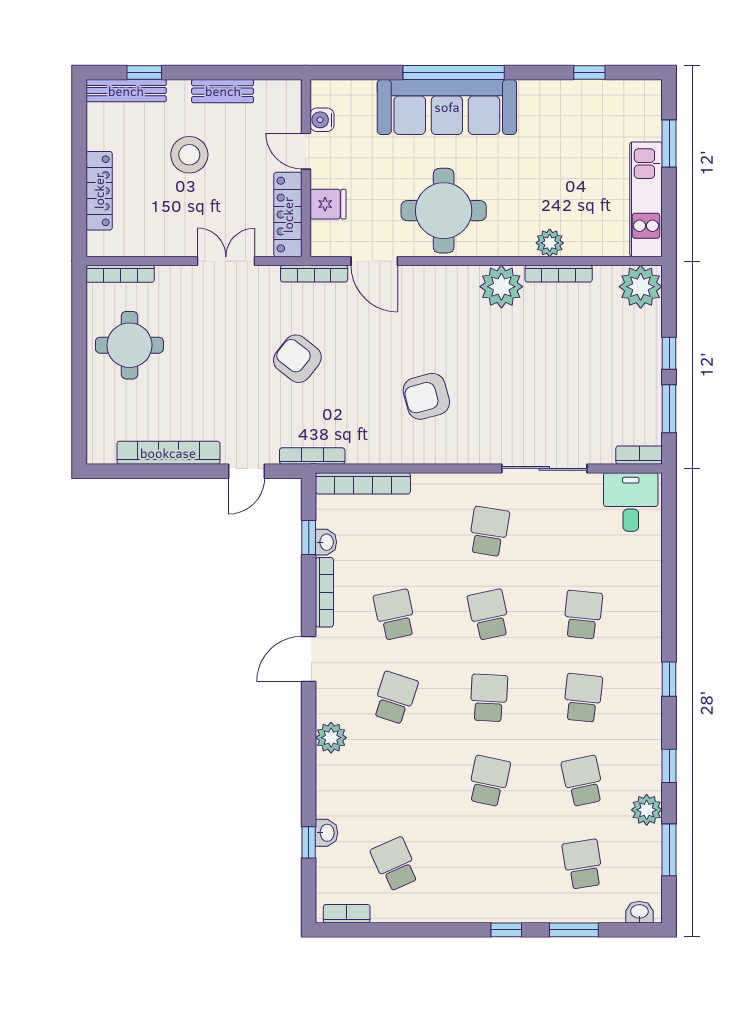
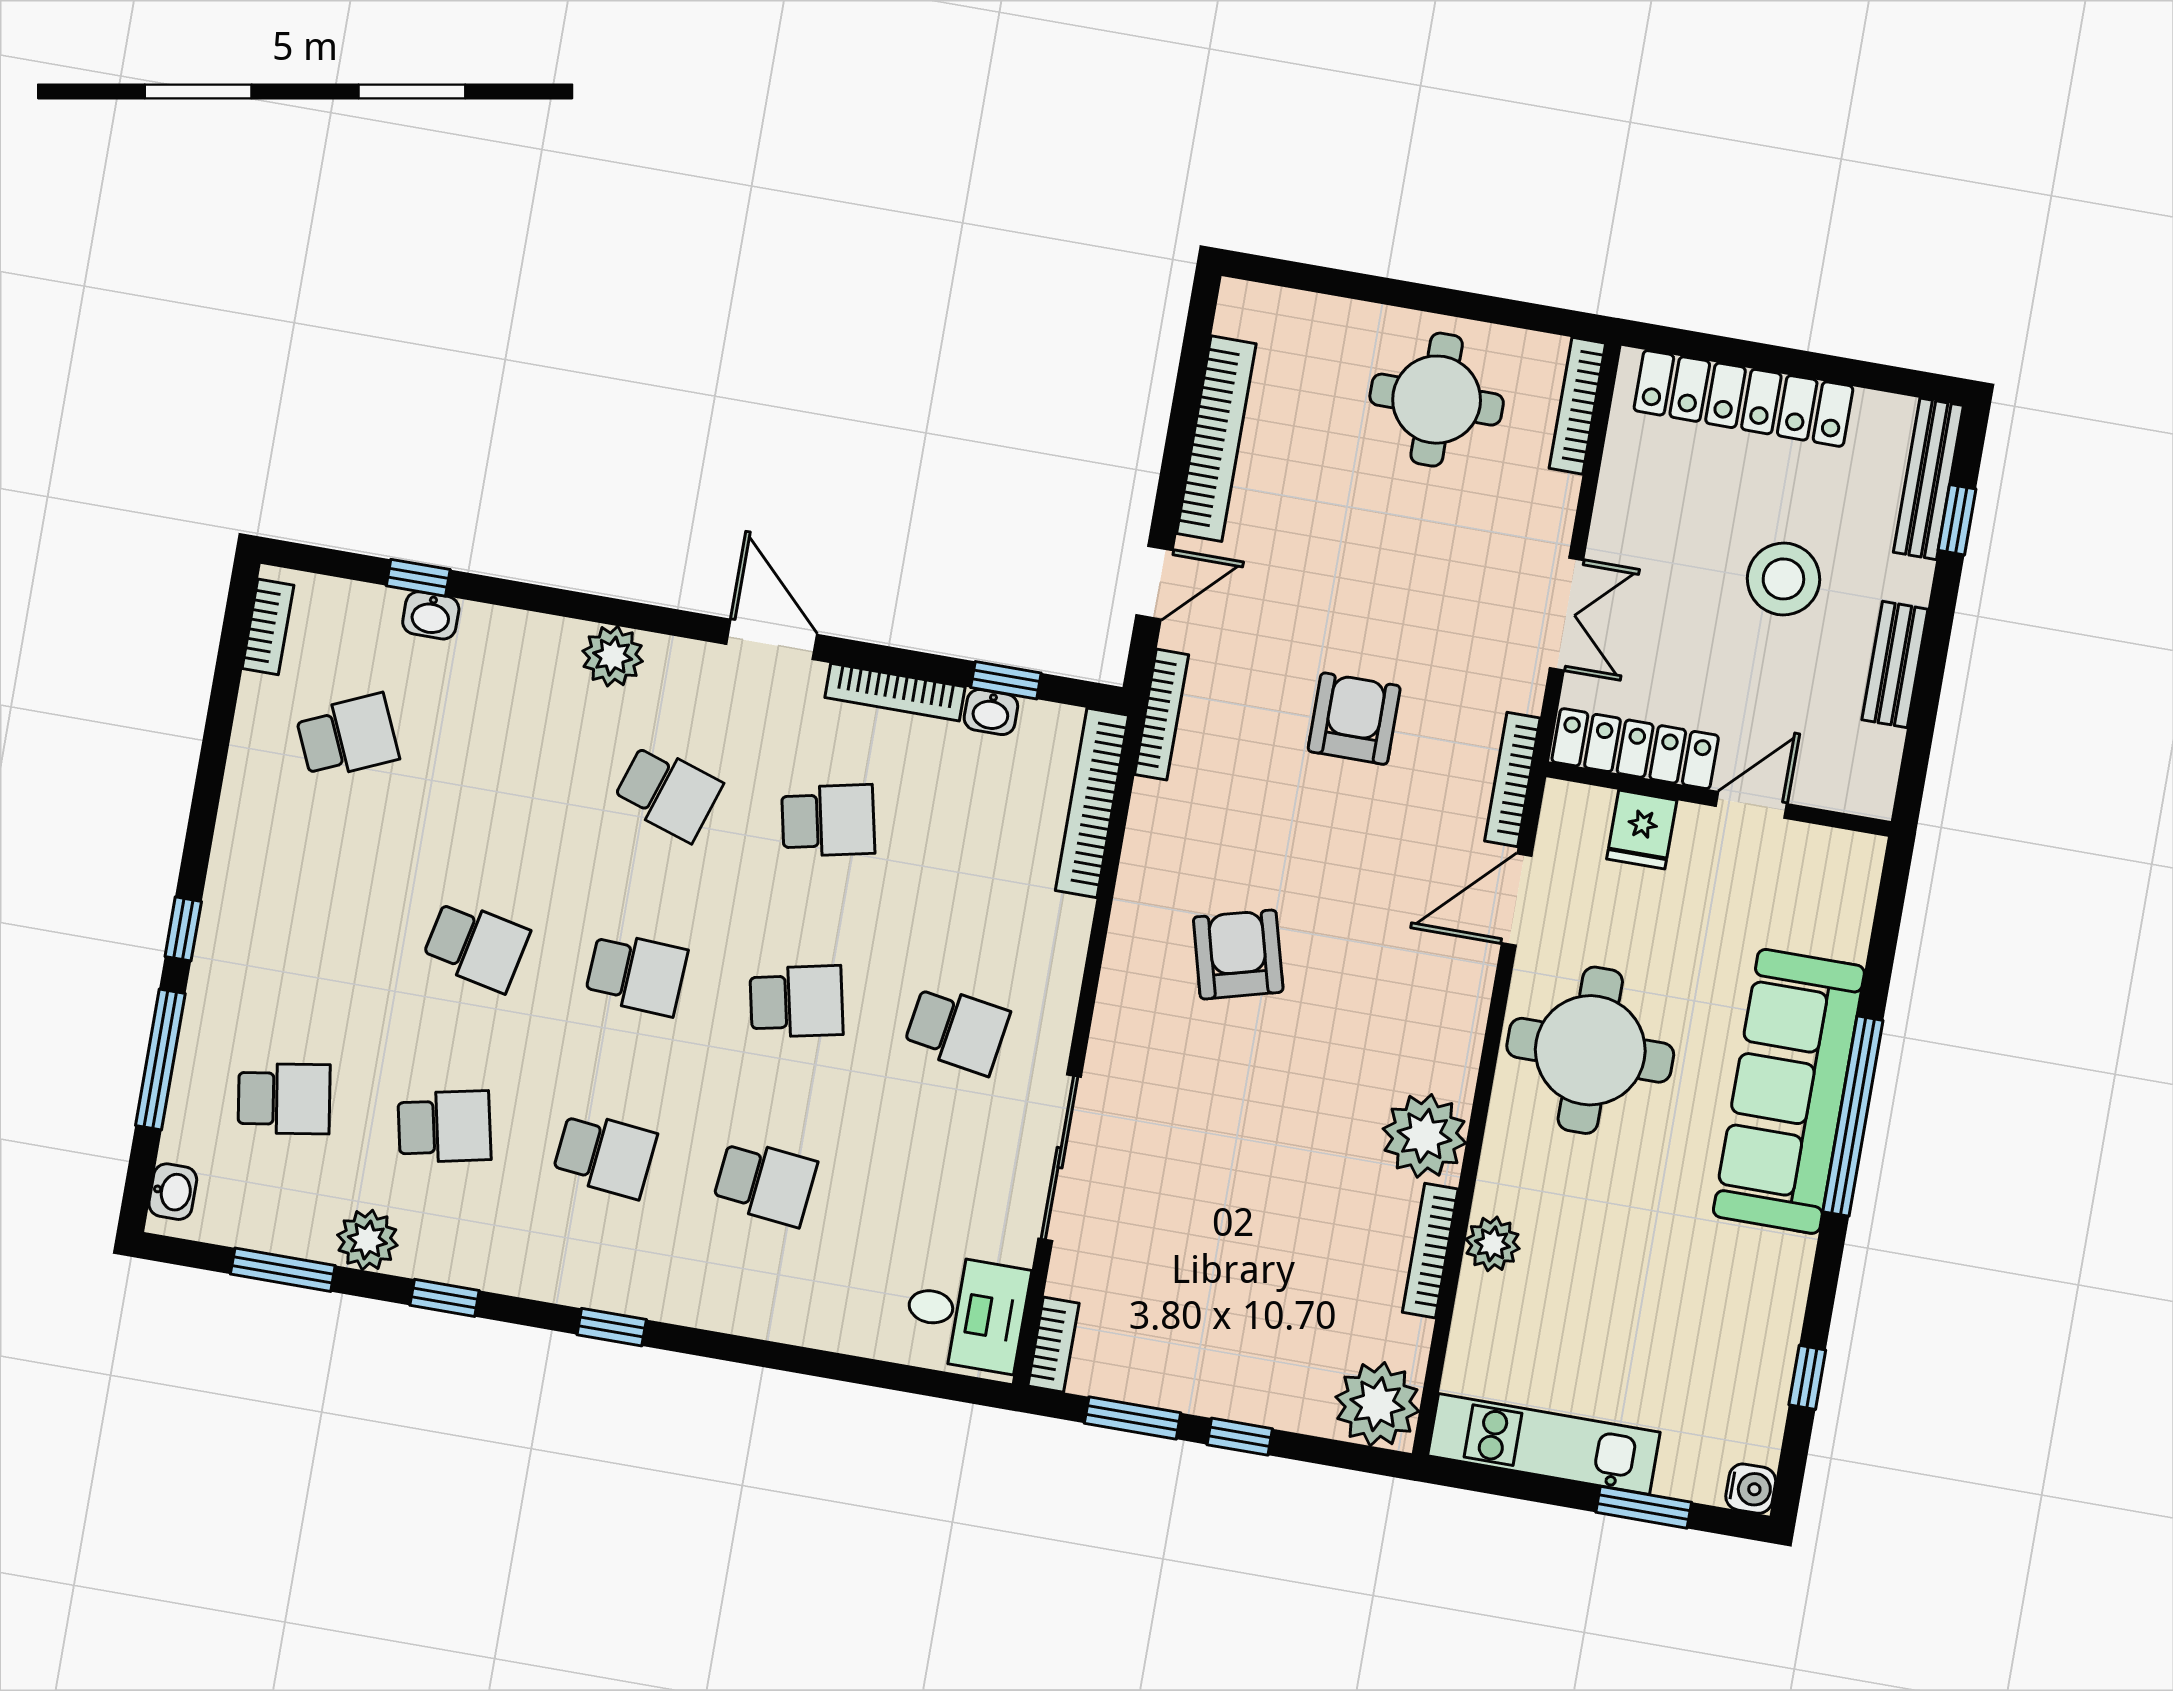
water cooler: (322, 120) -> (1751, 1489), moved, turned 90
locker: (99, 191) -> (1743, 398), width x1.41, depth x1.21
armchair: (297, 359) -> (1354, 719), turned -38
door: (246, 471) -> (1155, 583), swing flipped
window: (574, 930) -> (160, 1059), width x1.44

